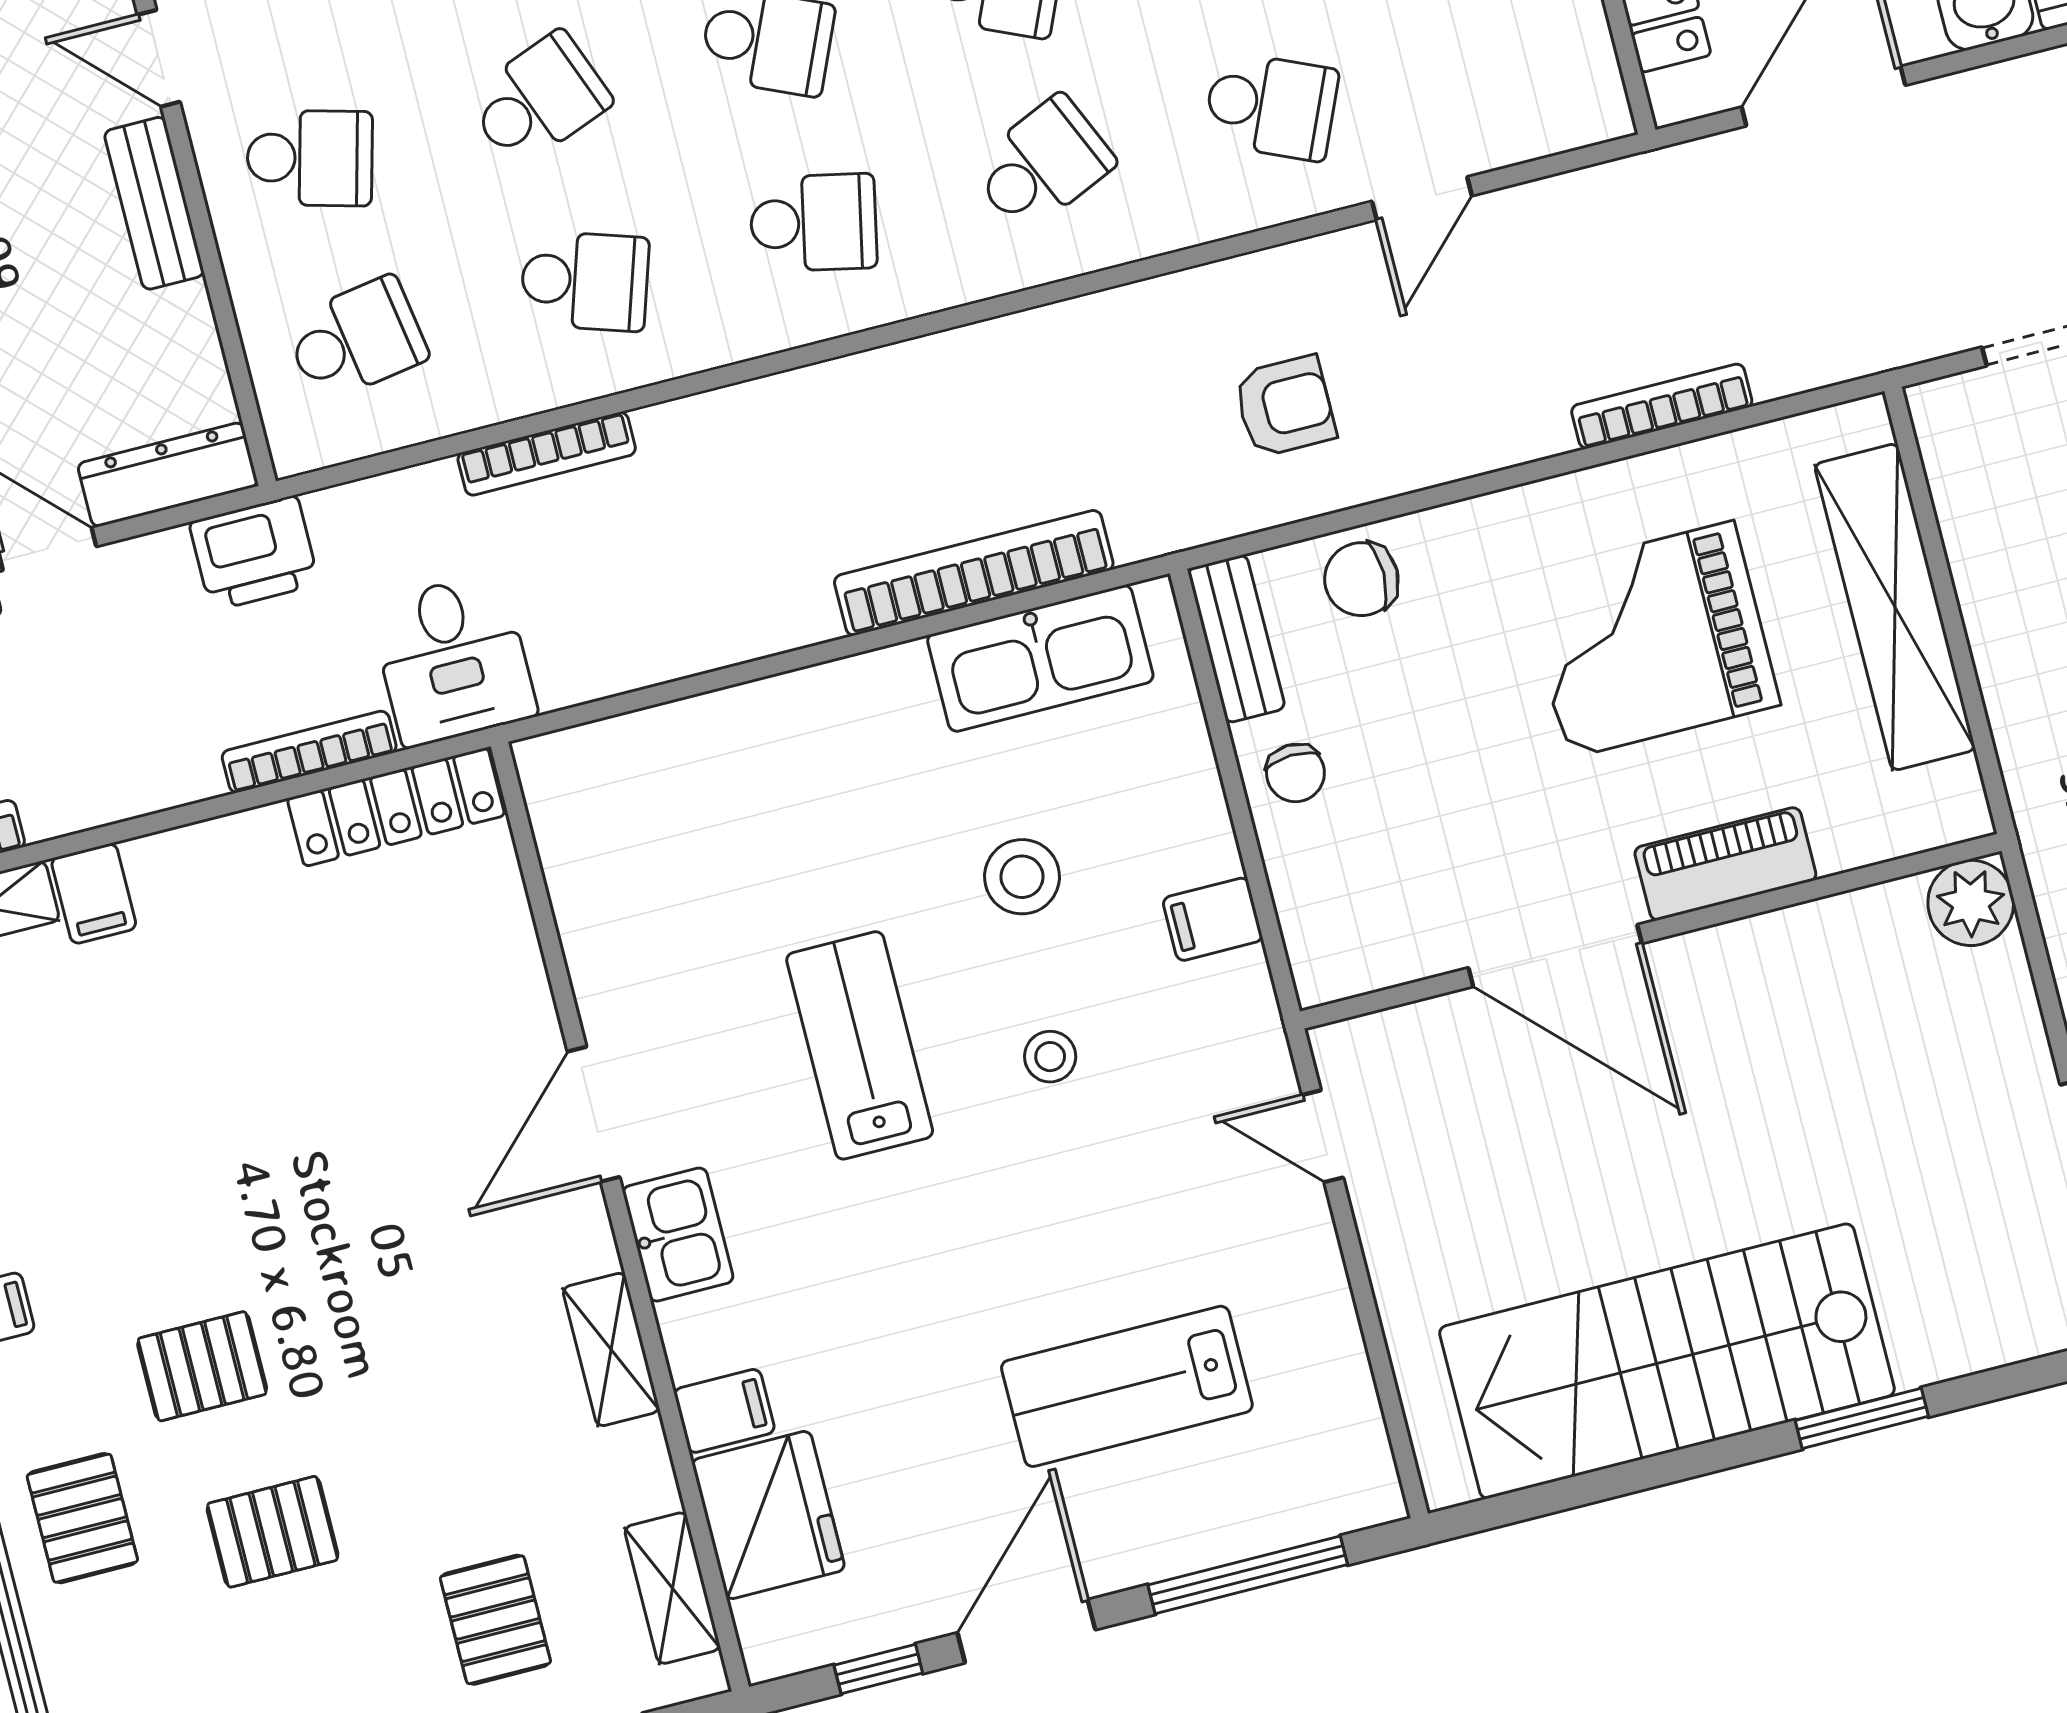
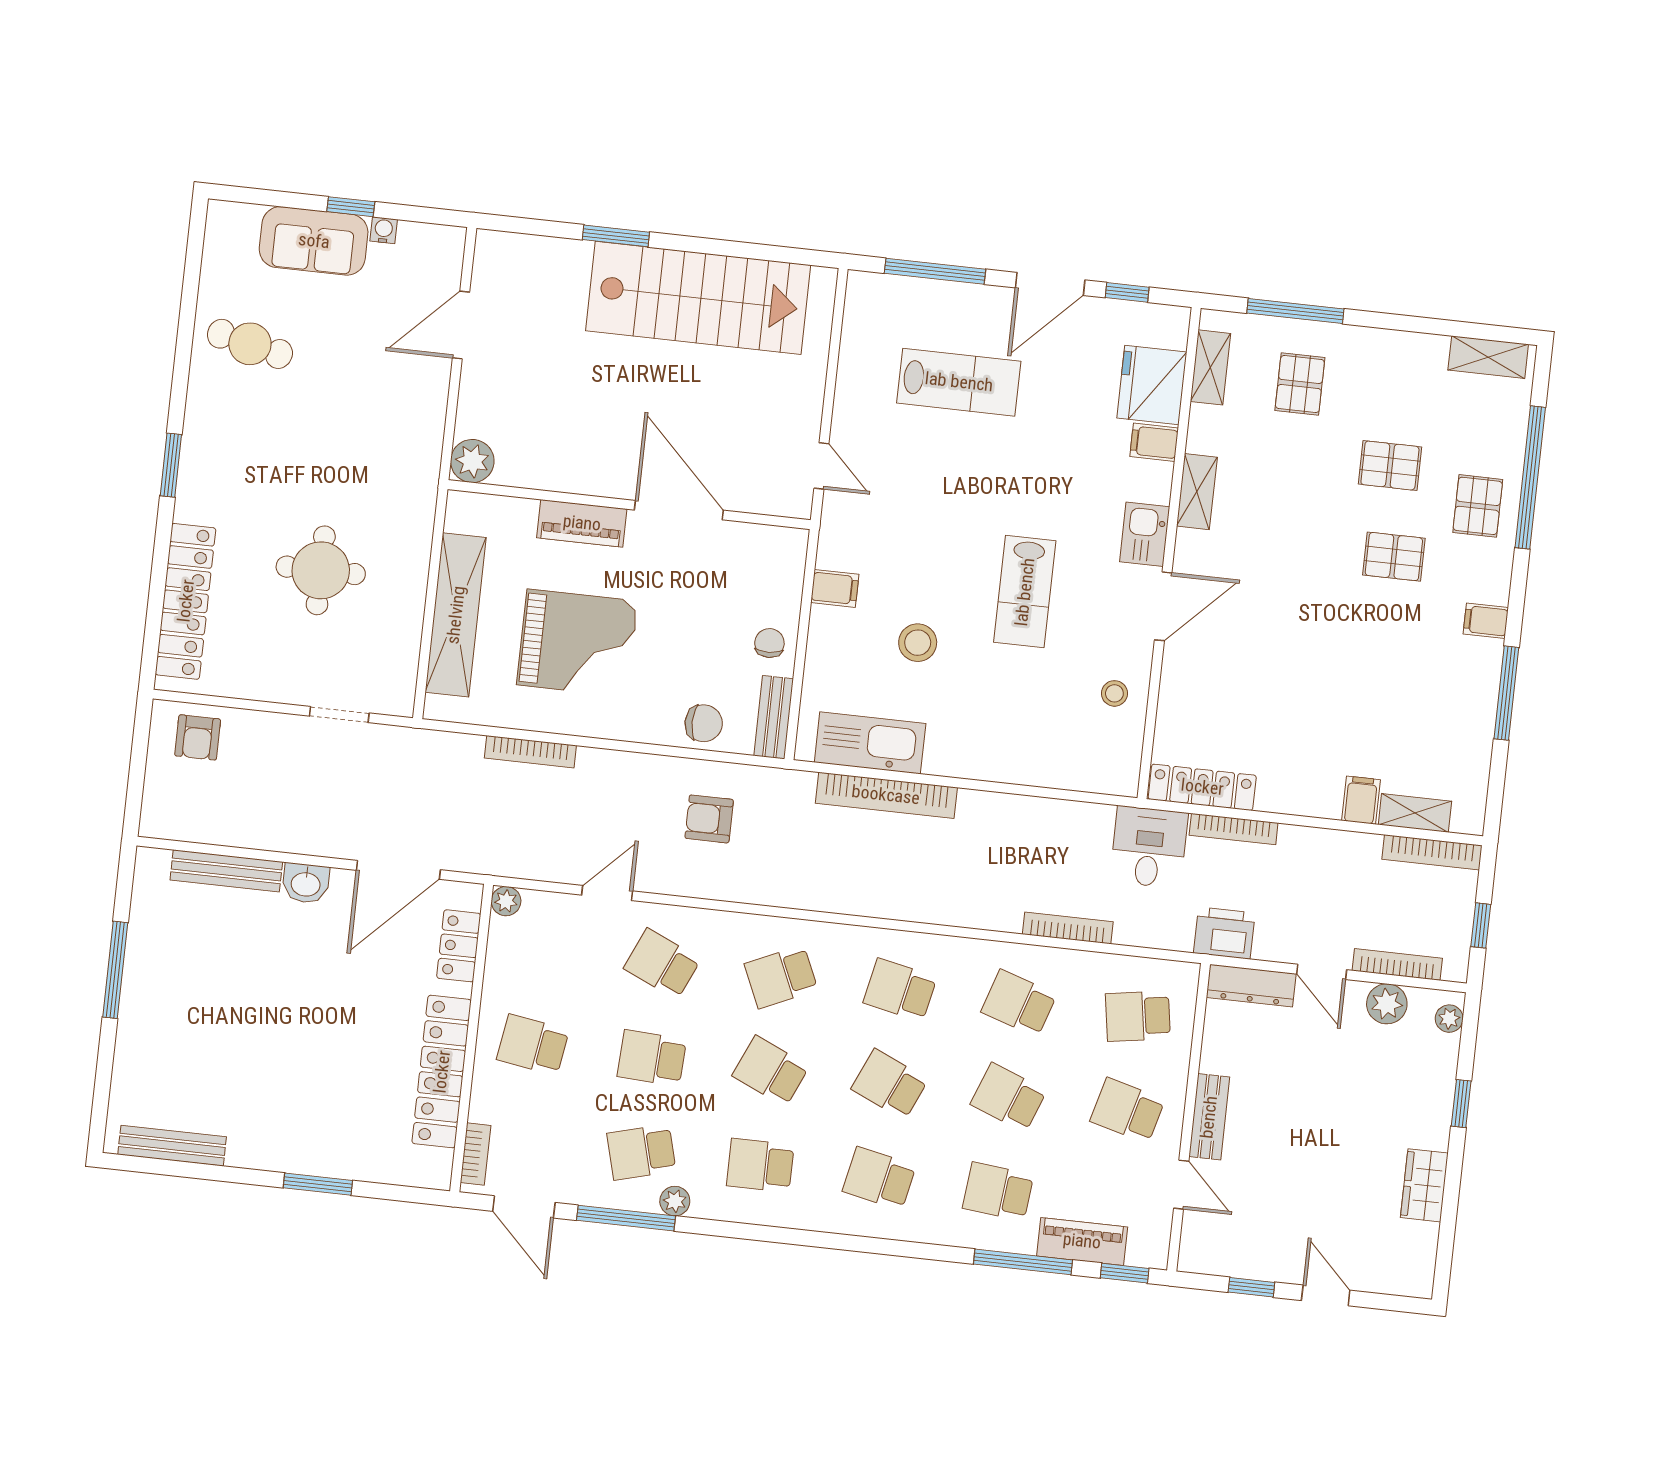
school desk: (538, 100) -> (1008, 1097), turned 42
plant: (1603, 113) -> (506, 901), added
stool: (1050, 1057) -> (1114, 693), moved

